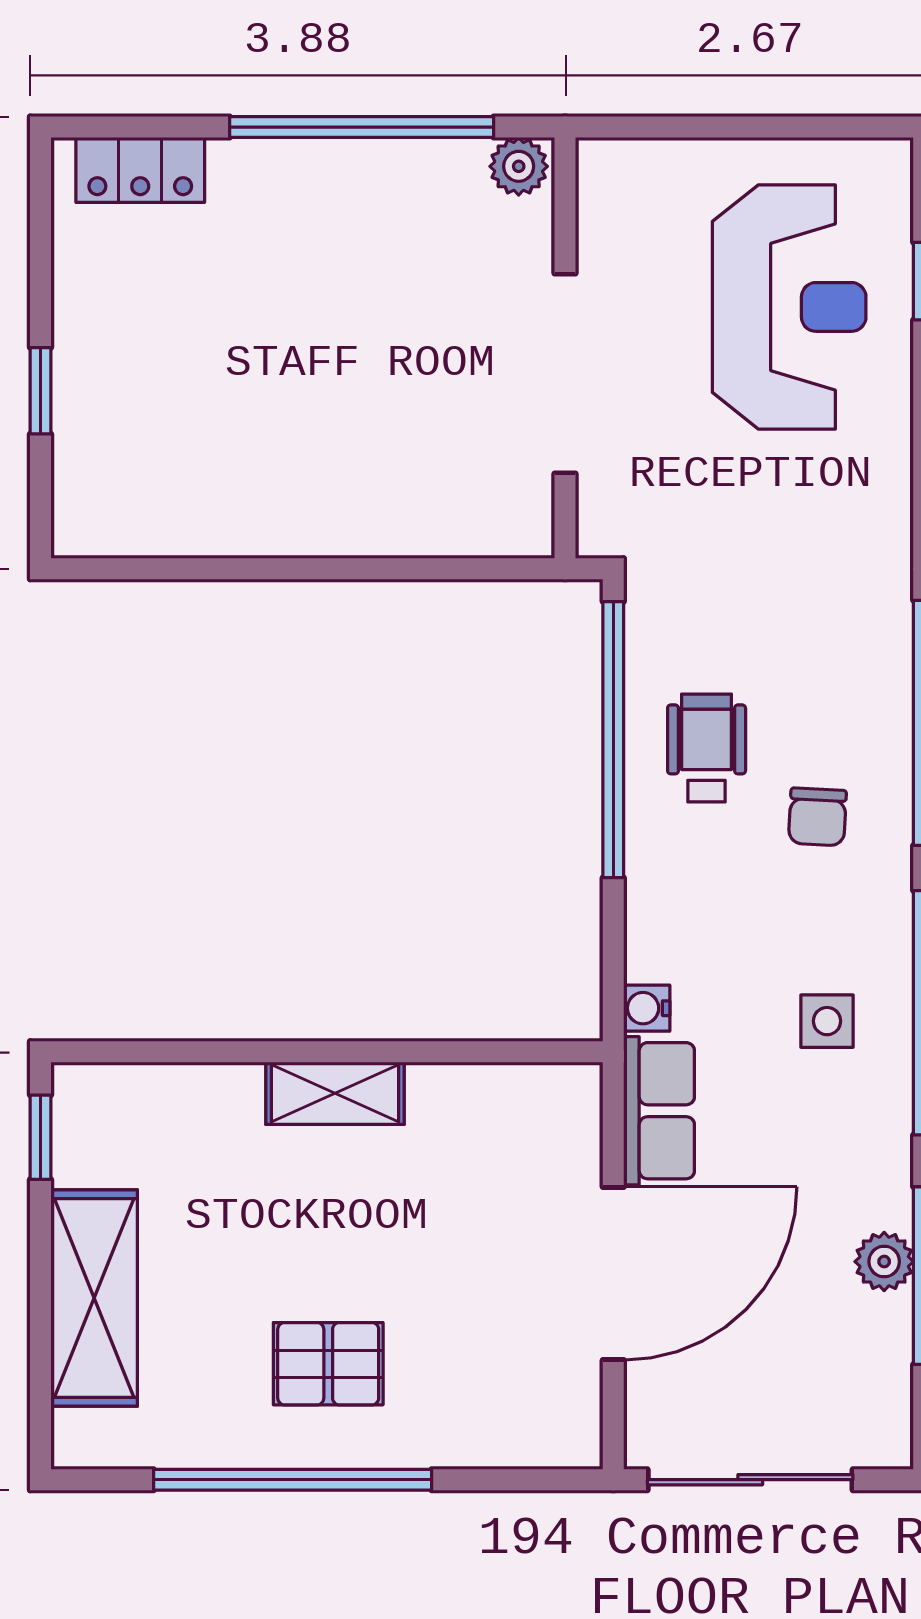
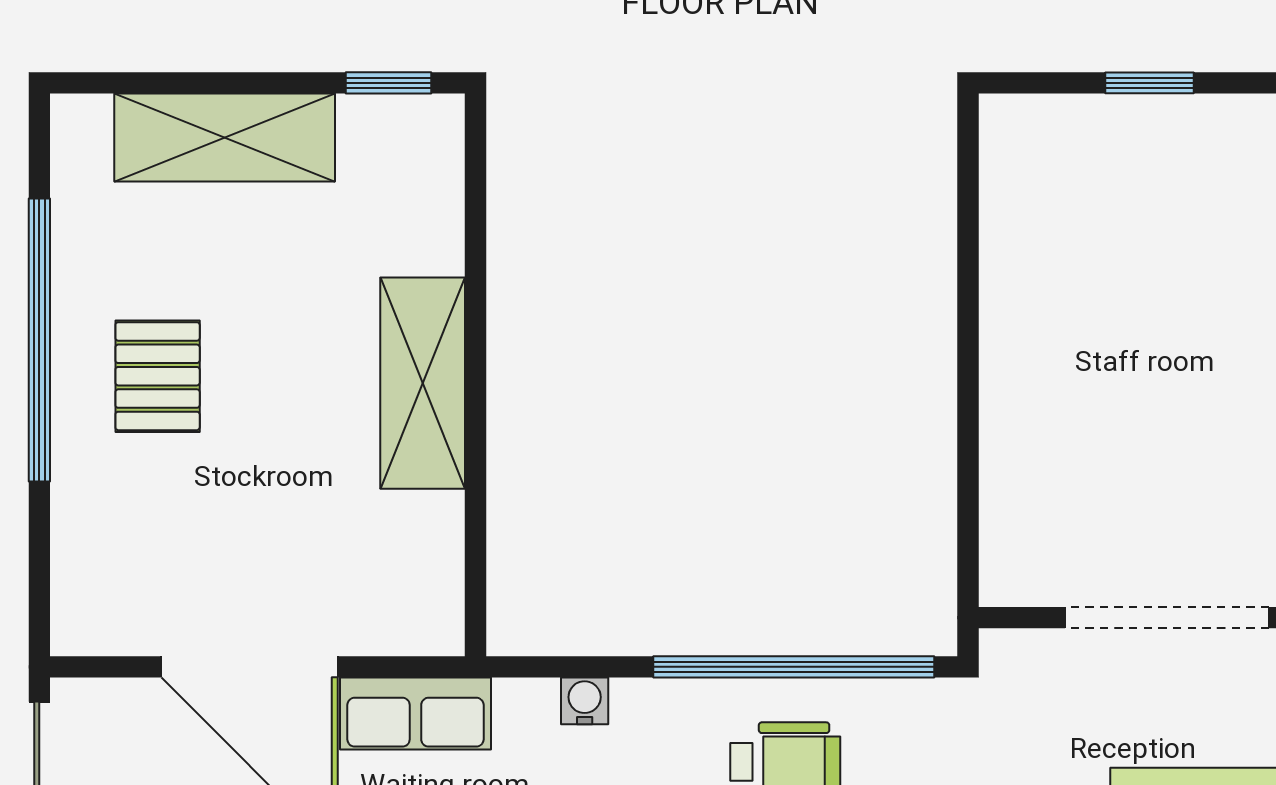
water cooler: (647, 1008) -> (585, 701), moved
shelving: (335, 1093) -> (423, 383), width x1.50, depth x1.33

